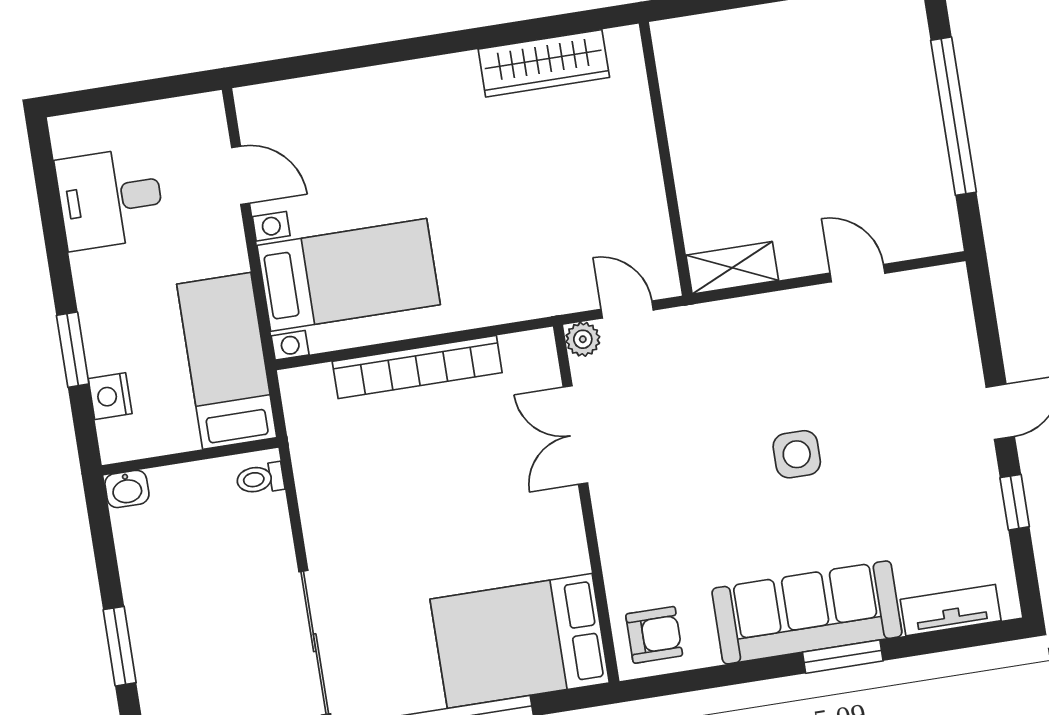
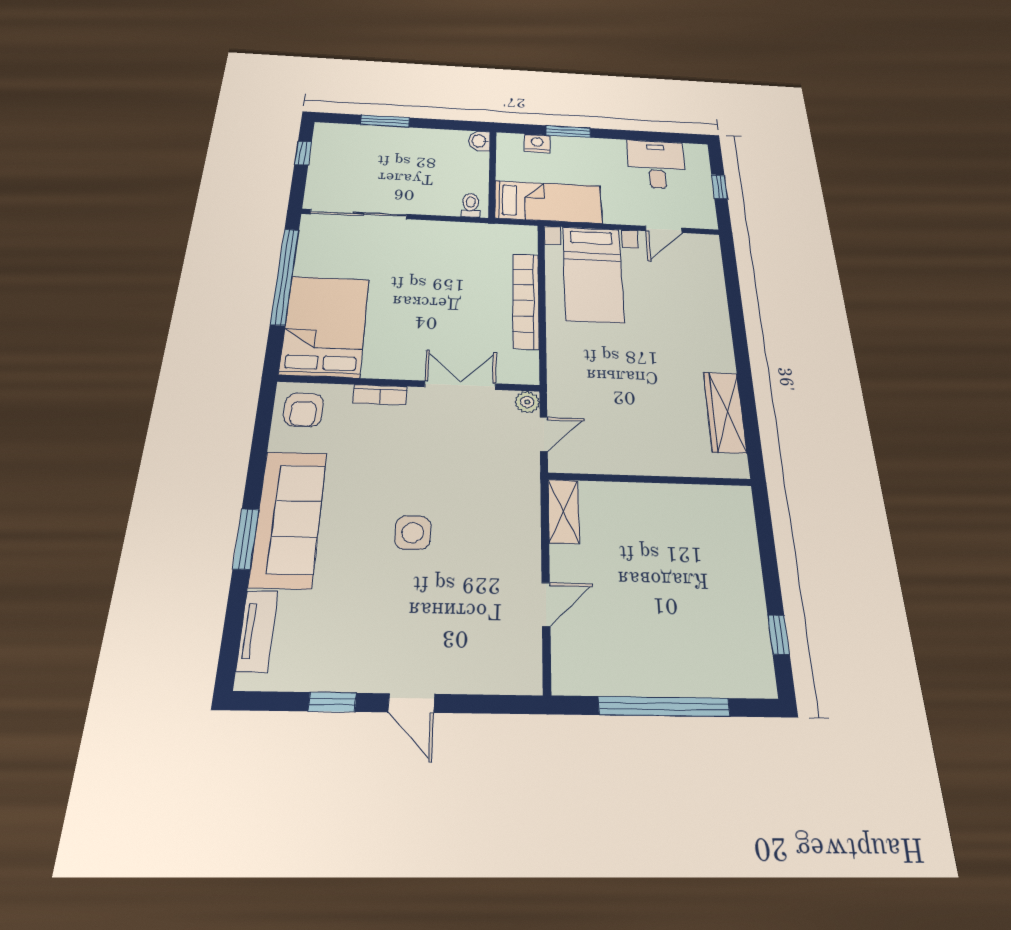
window: (134, 93) -> (719, 187), added
bookcase: (612, 540) -> (380, 395), added

